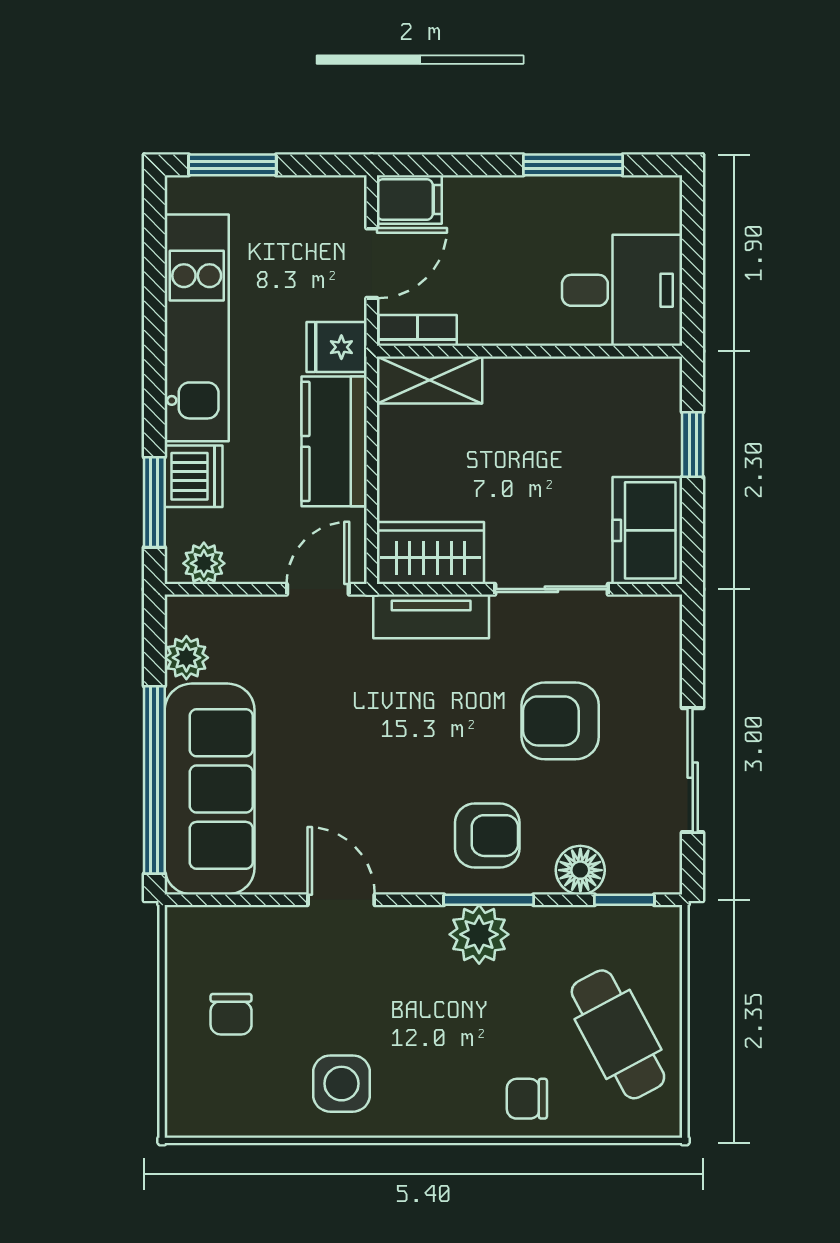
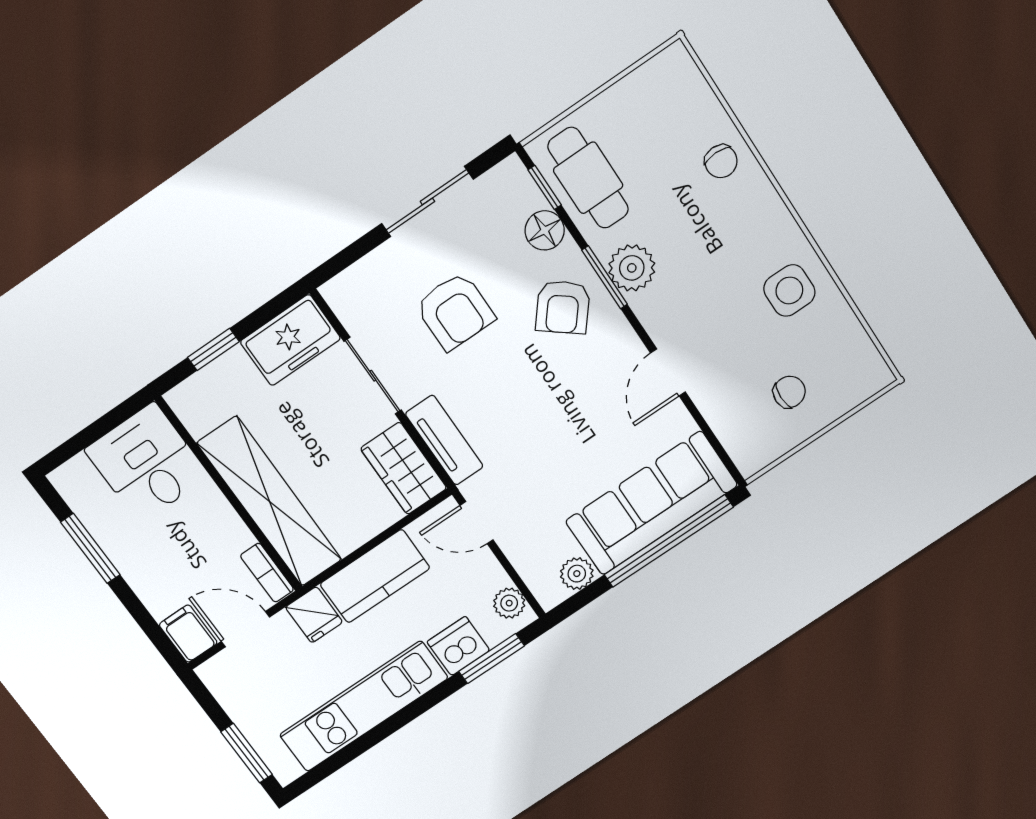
shelving: (429, 380) -> (270, 502), width x2.20, depth x1.33
armchair: (487, 836) -> (563, 307), turned -141
cafe table: (618, 1034) -> (588, 178), moved, turned -62

